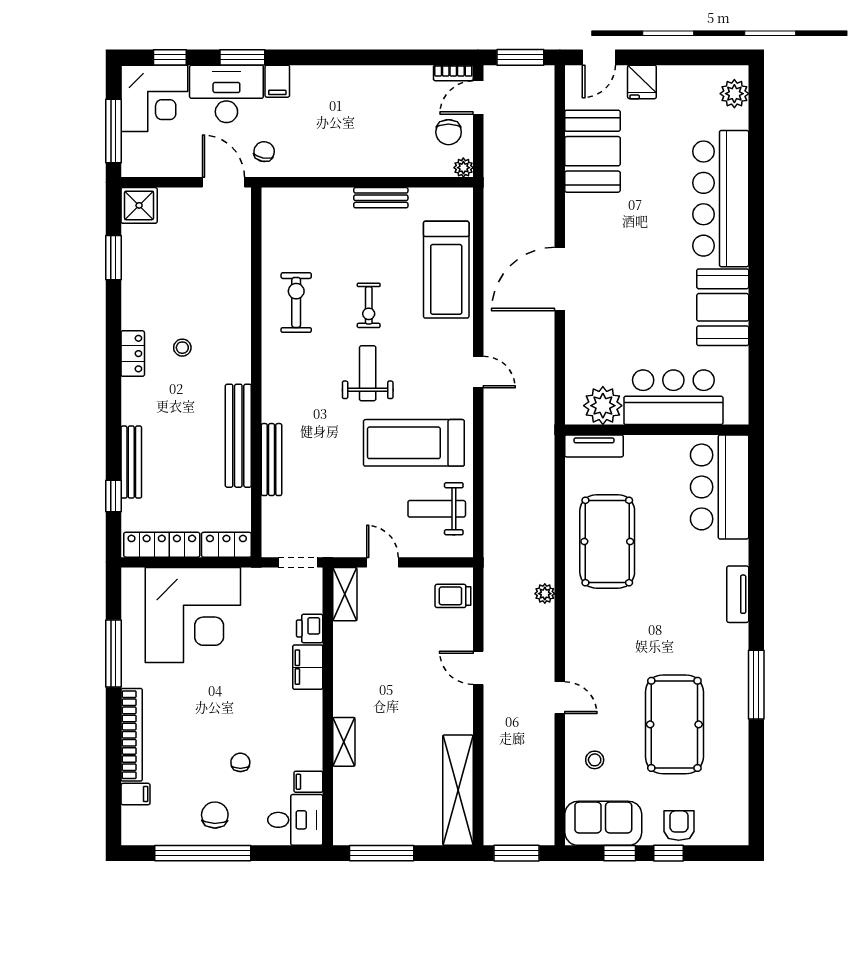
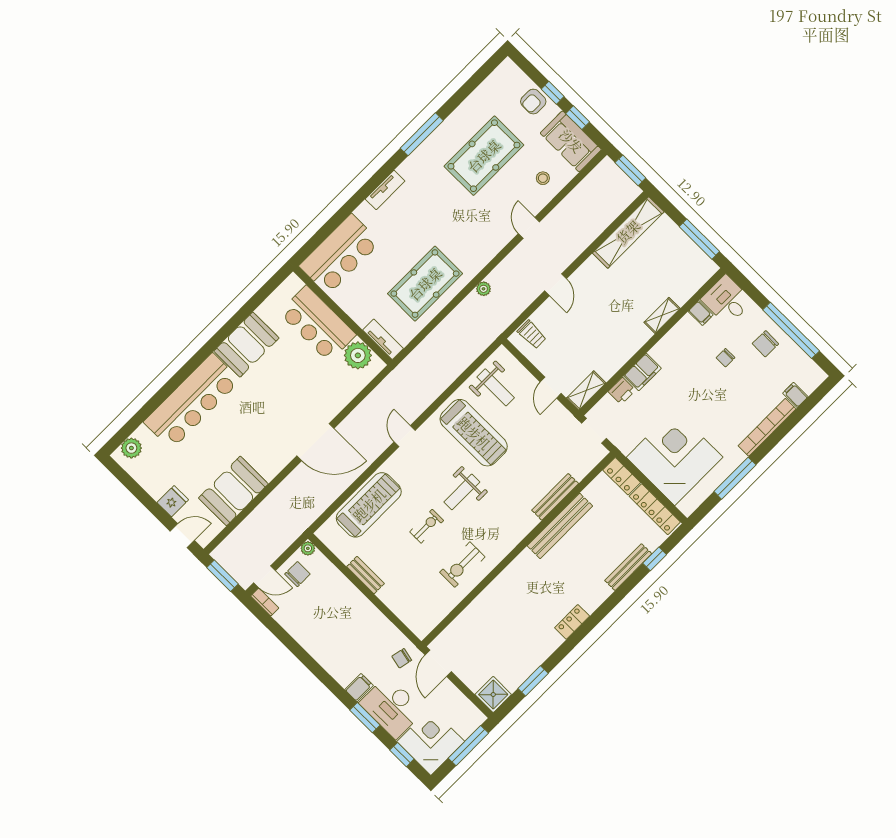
stool: (182, 348) -> (544, 600), removed

